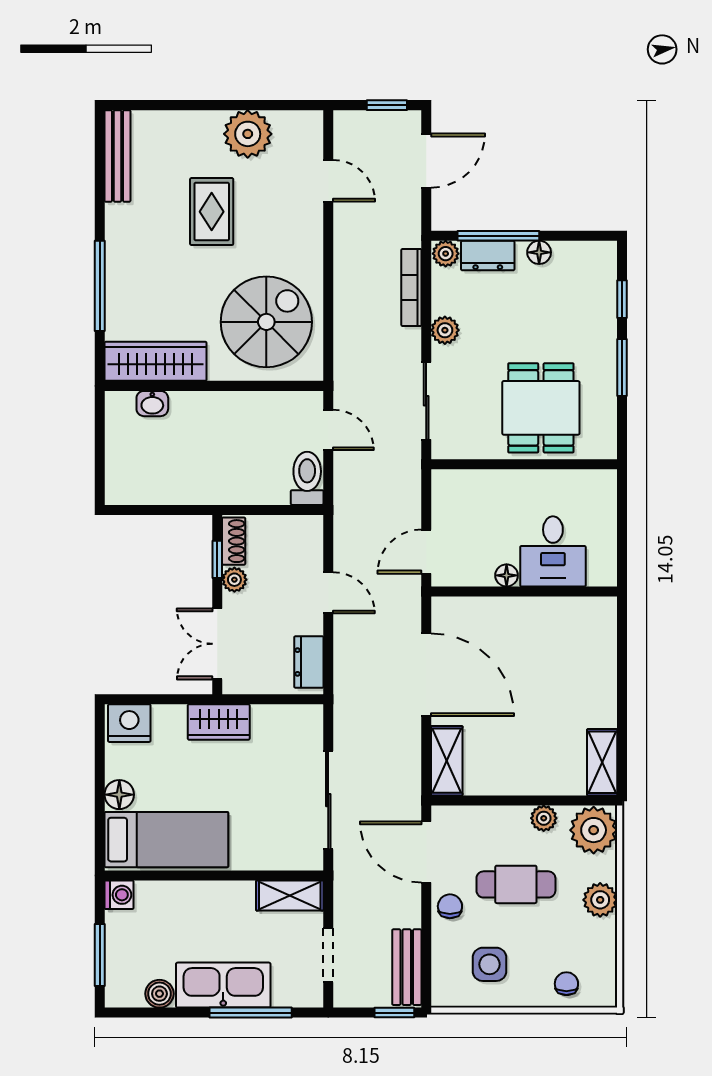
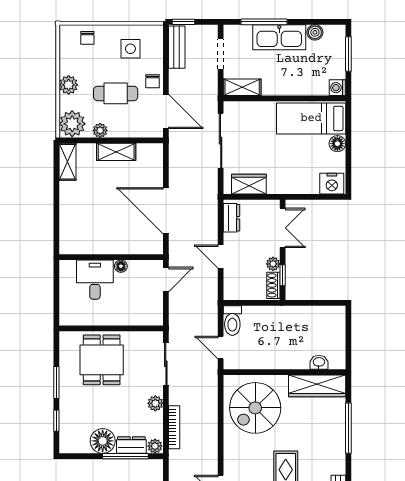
floor lamp: (539, 252) -> (103, 441), width x1.89, depth x1.89
wardrobe: (219, 722) -> (249, 184), moved
shelving: (447, 761) -> (116, 152), moved, turned 90

